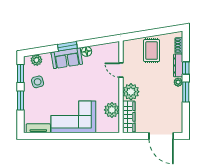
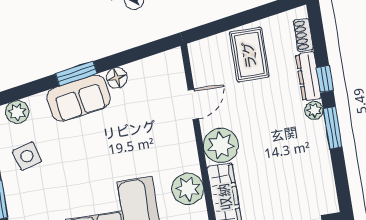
door: (121, 70) -> (193, 104), swing flipped

